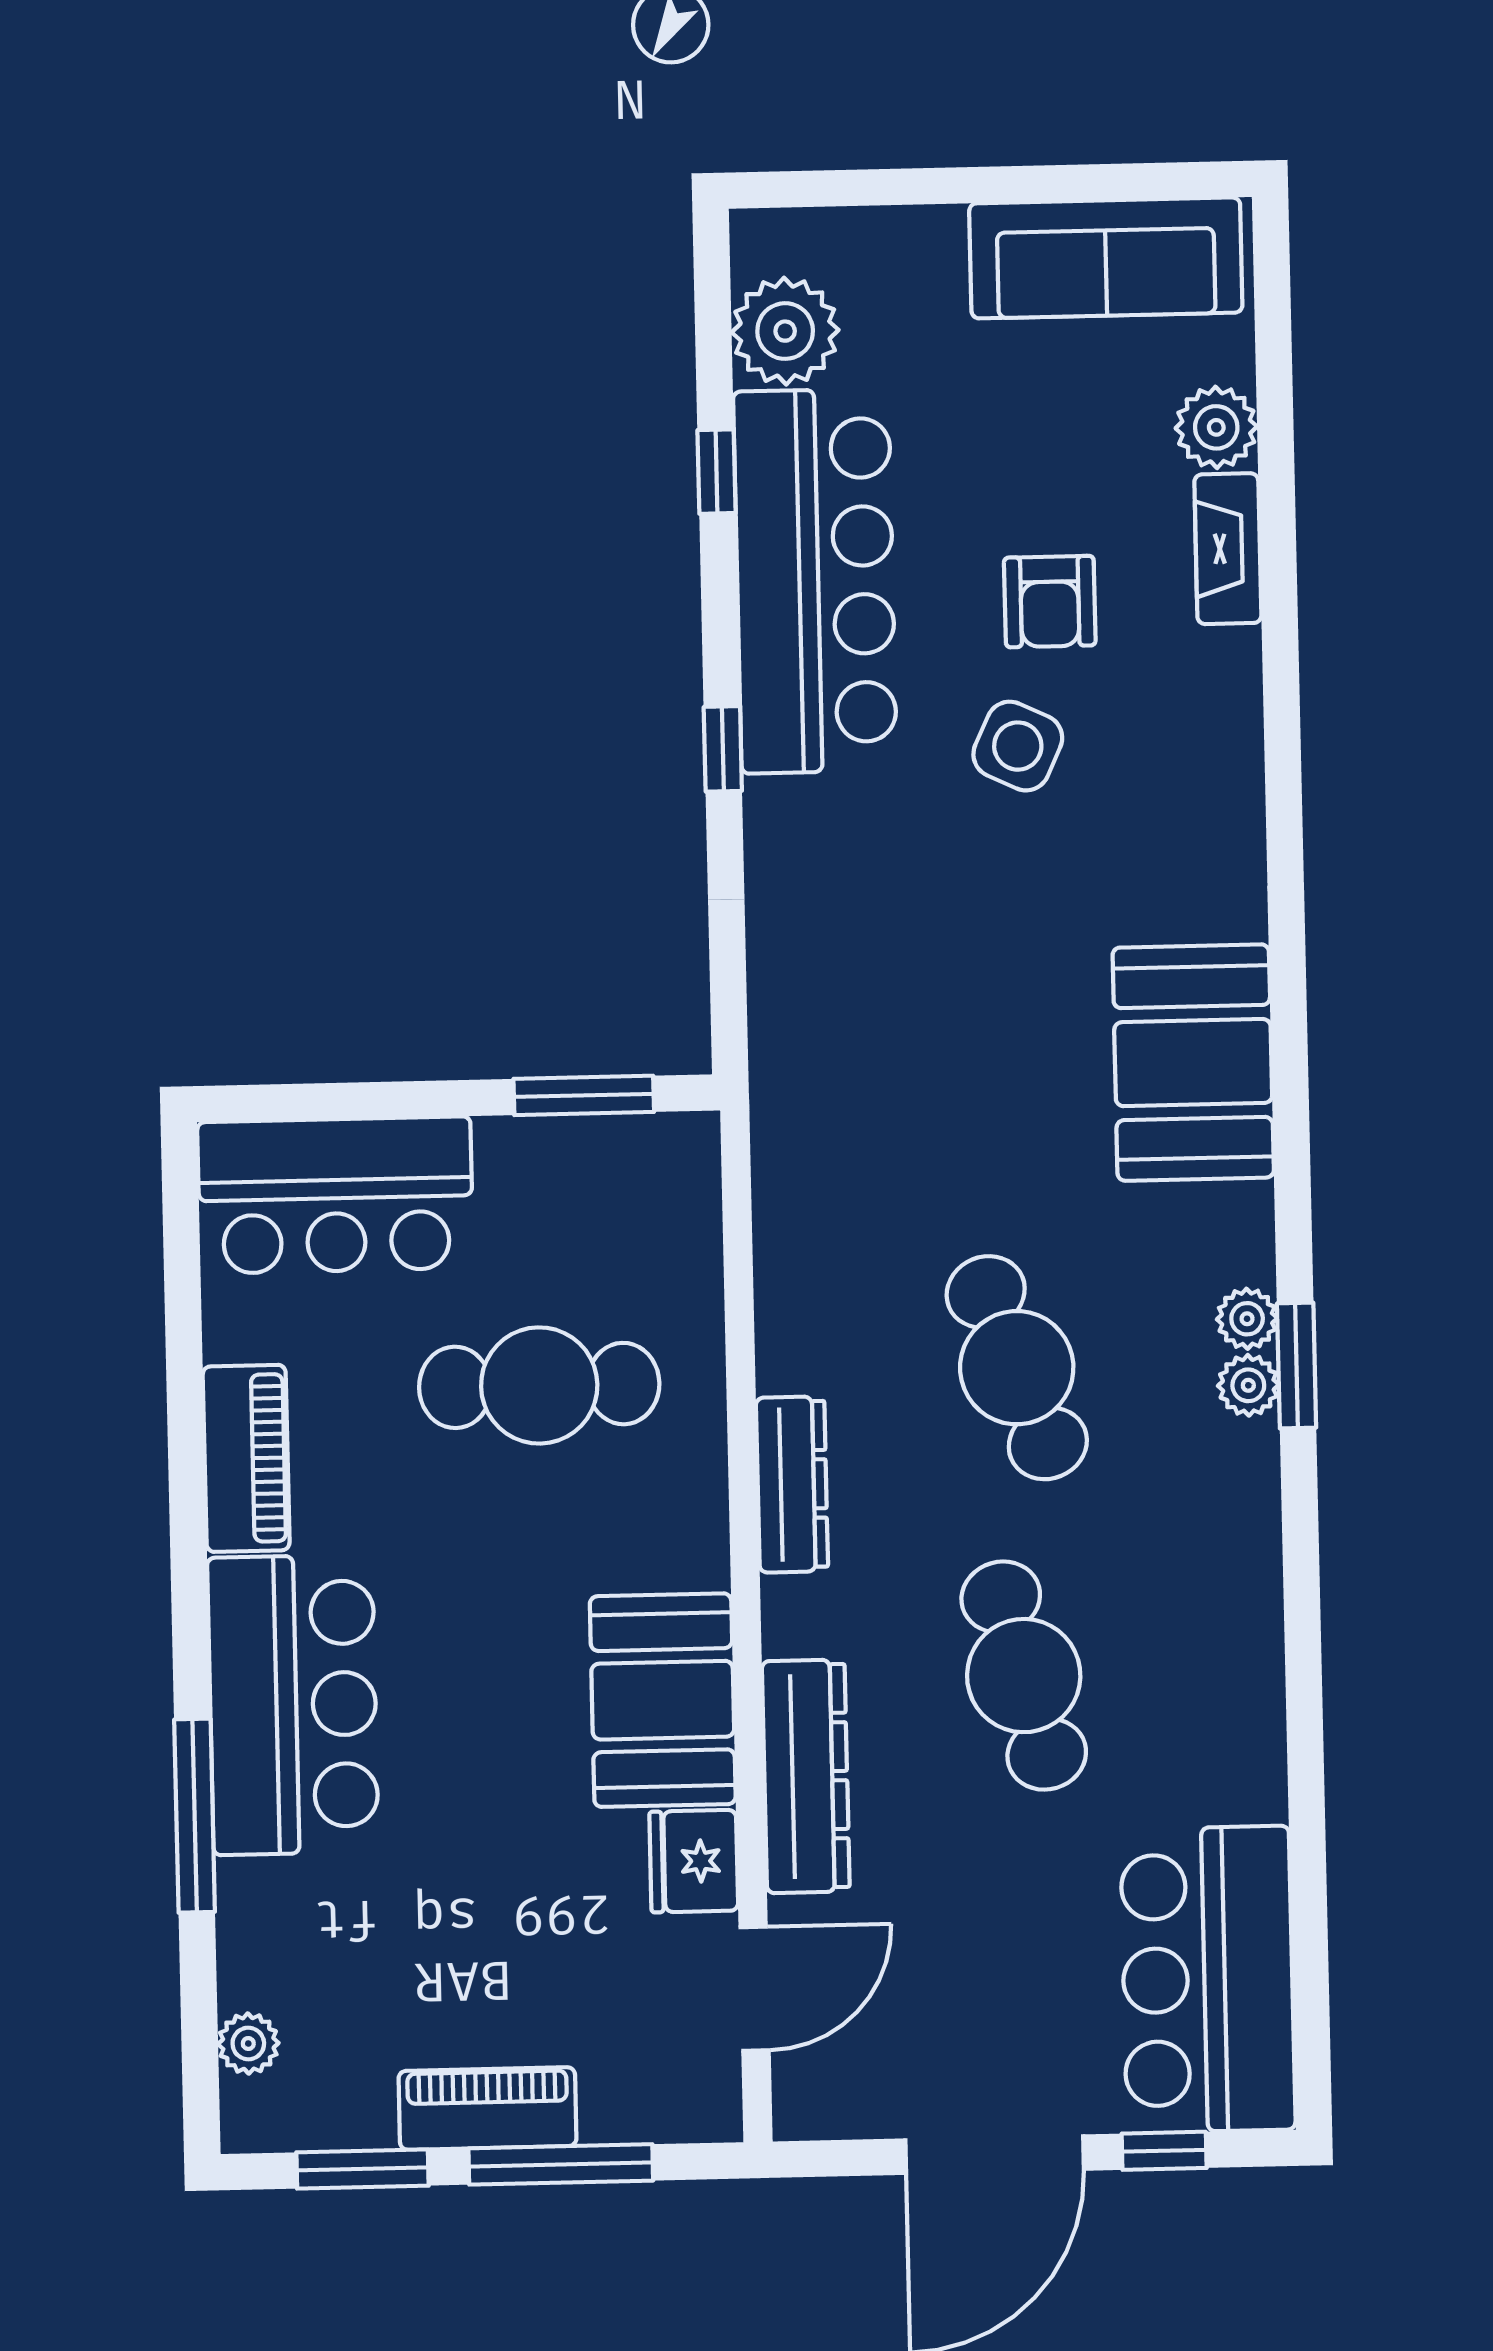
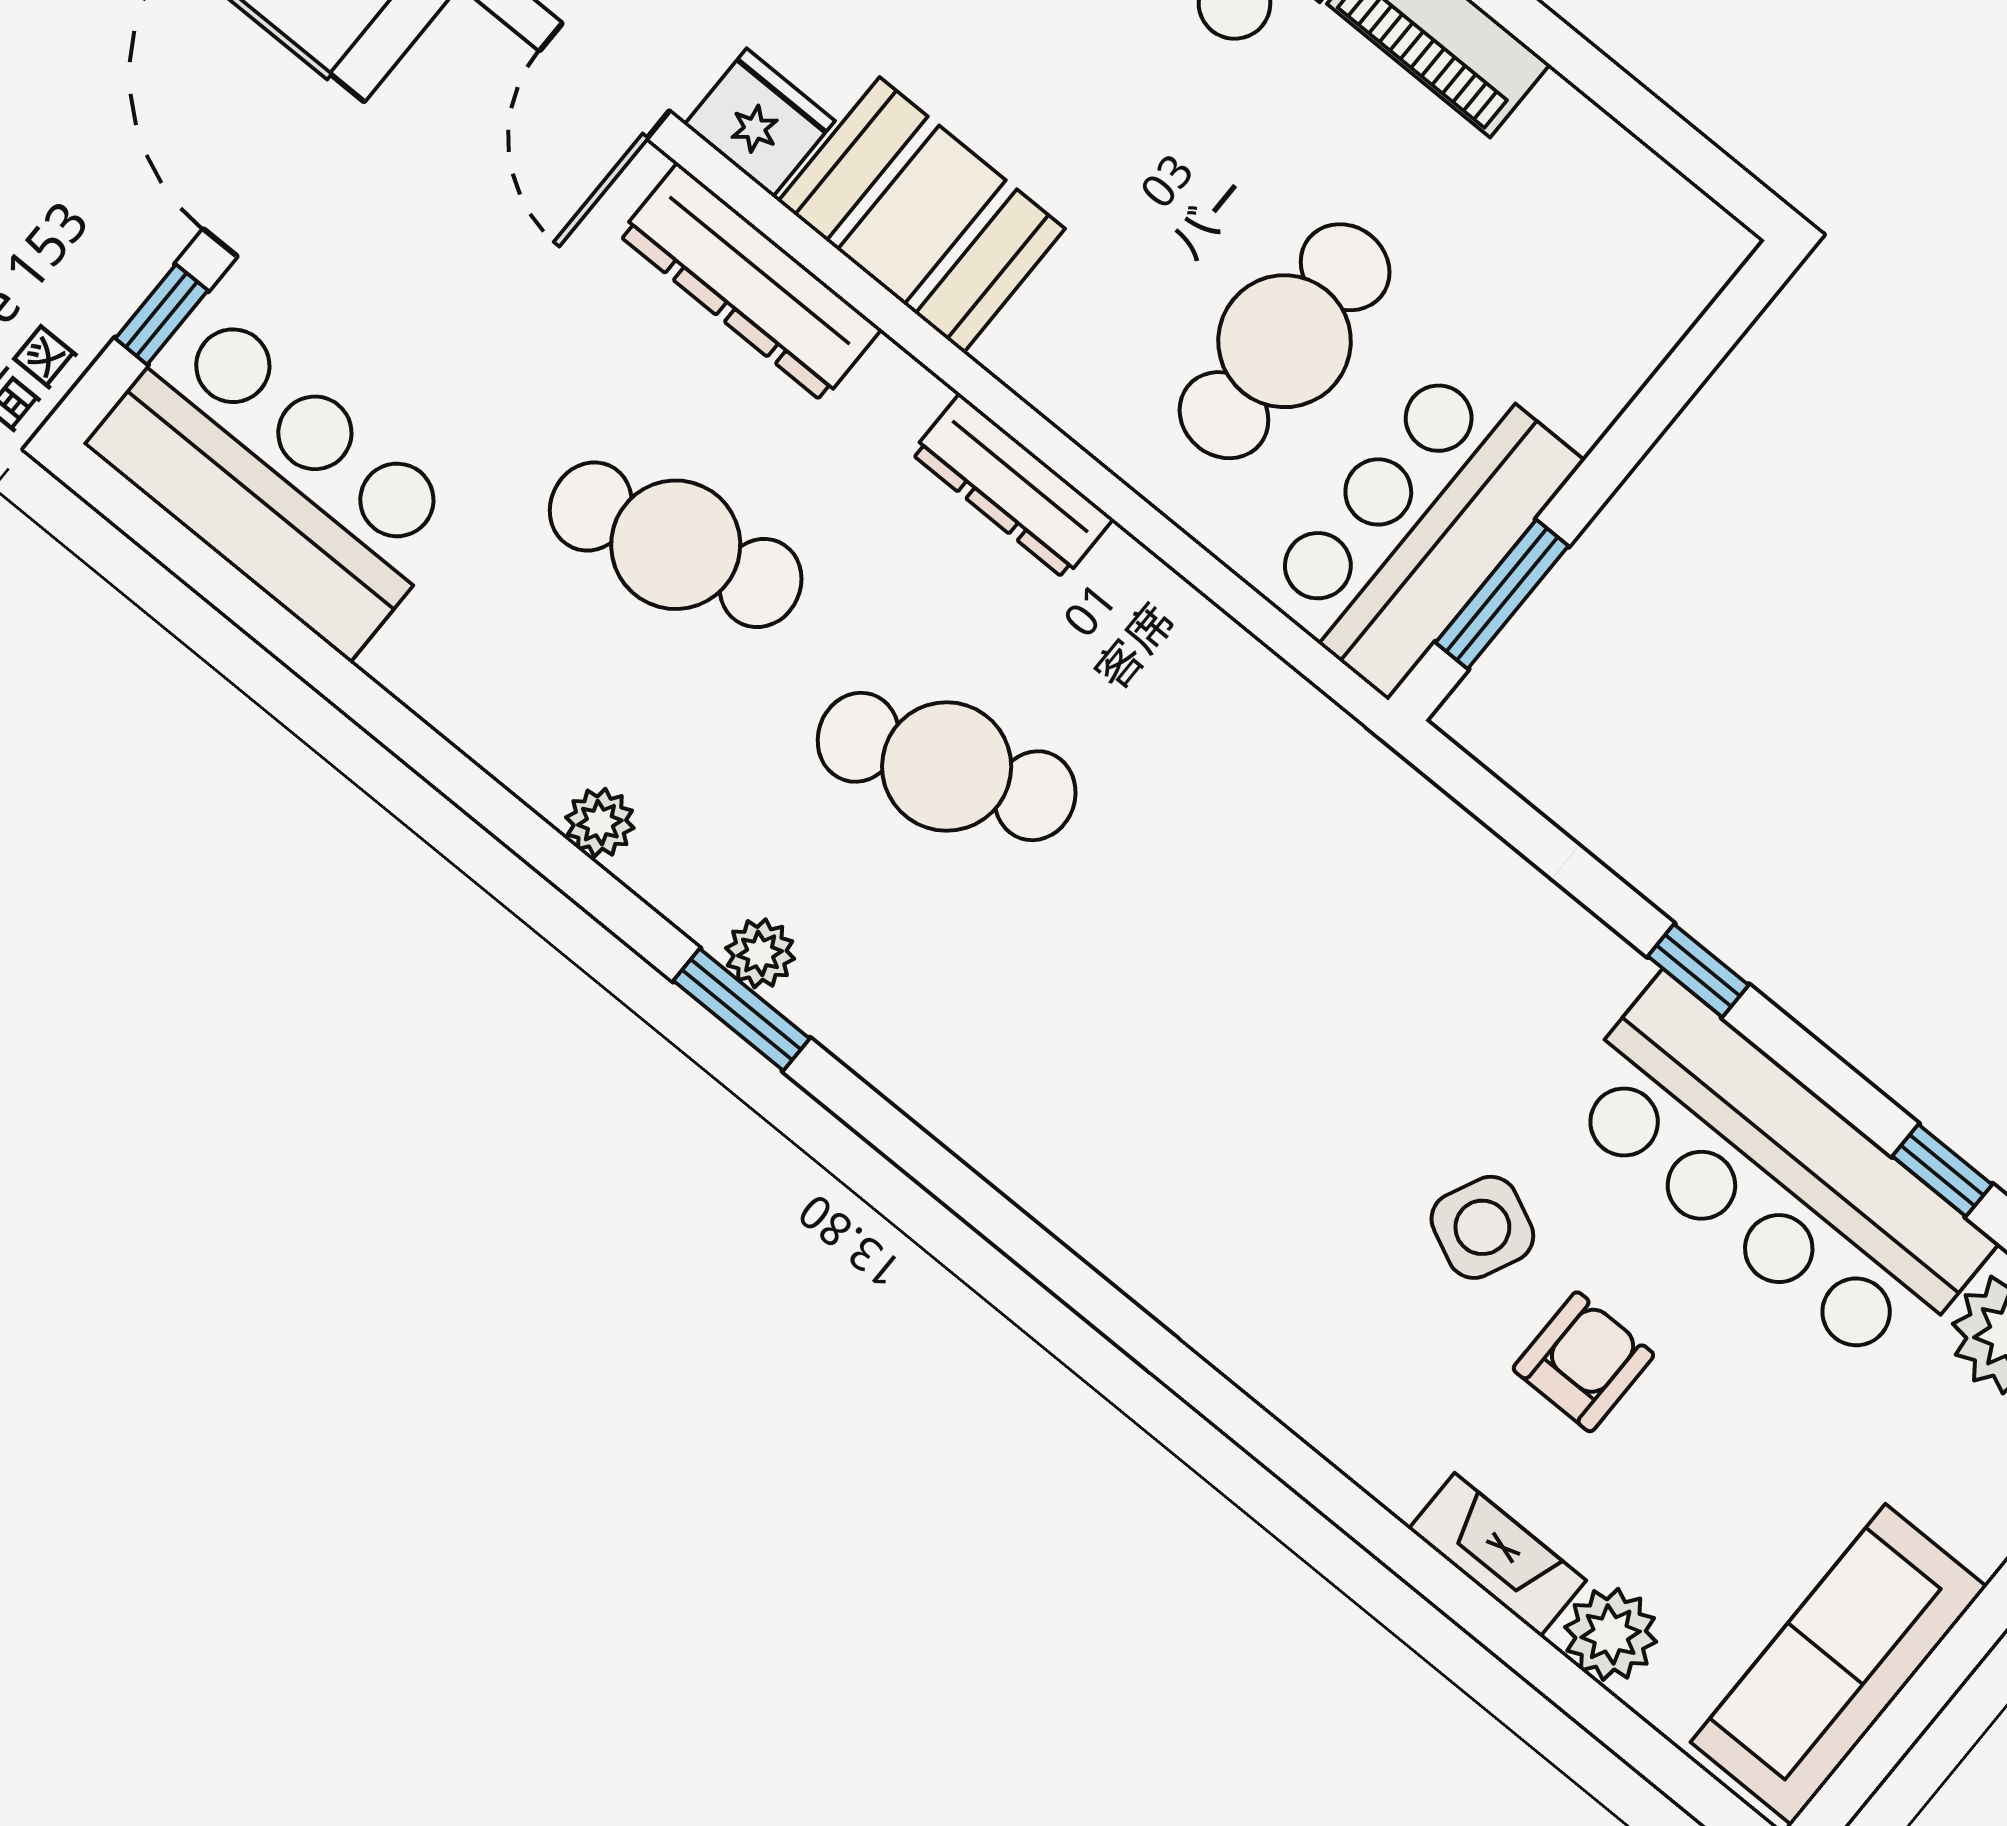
armchair: (1050, 602) -> (1583, 1362), turned 90
booth: (1193, 1063) -> (1079, 1145), removed
bar counter: (335, 1195) -> (1420, 526), moved
plant: (1247, 1319) -> (600, 823), moved

